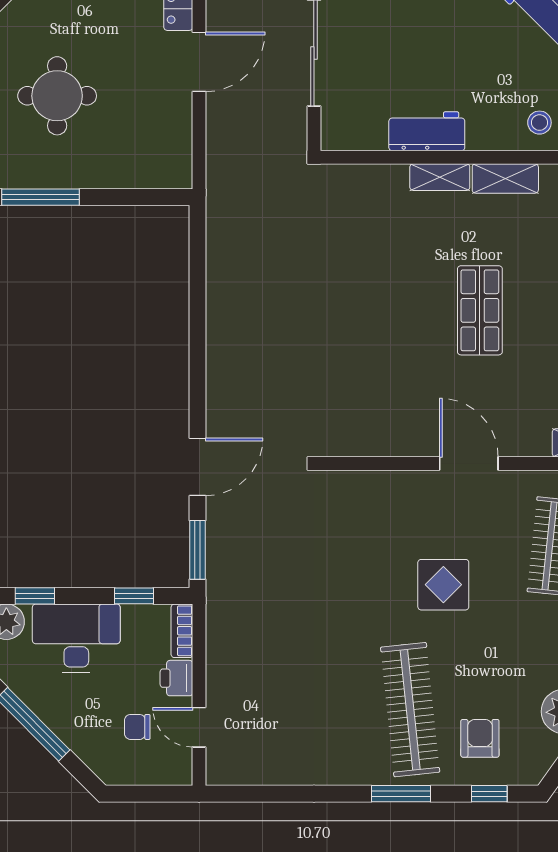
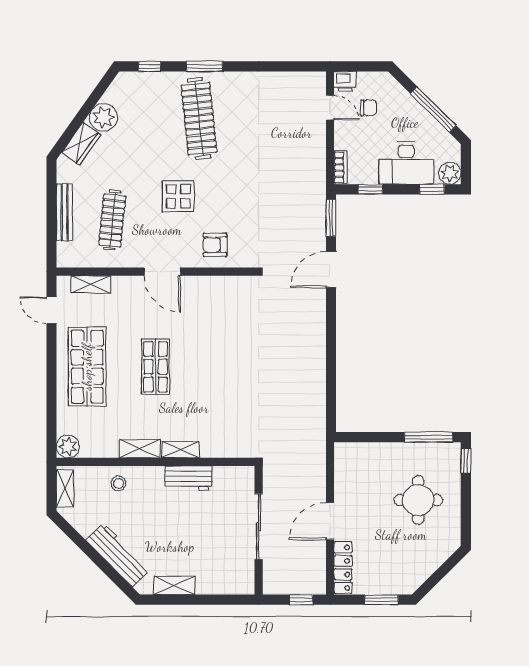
printer: (176, 678) -> (345, 81), moved, turned 90
armchair: (480, 738) -> (215, 245), moved, turned 90

